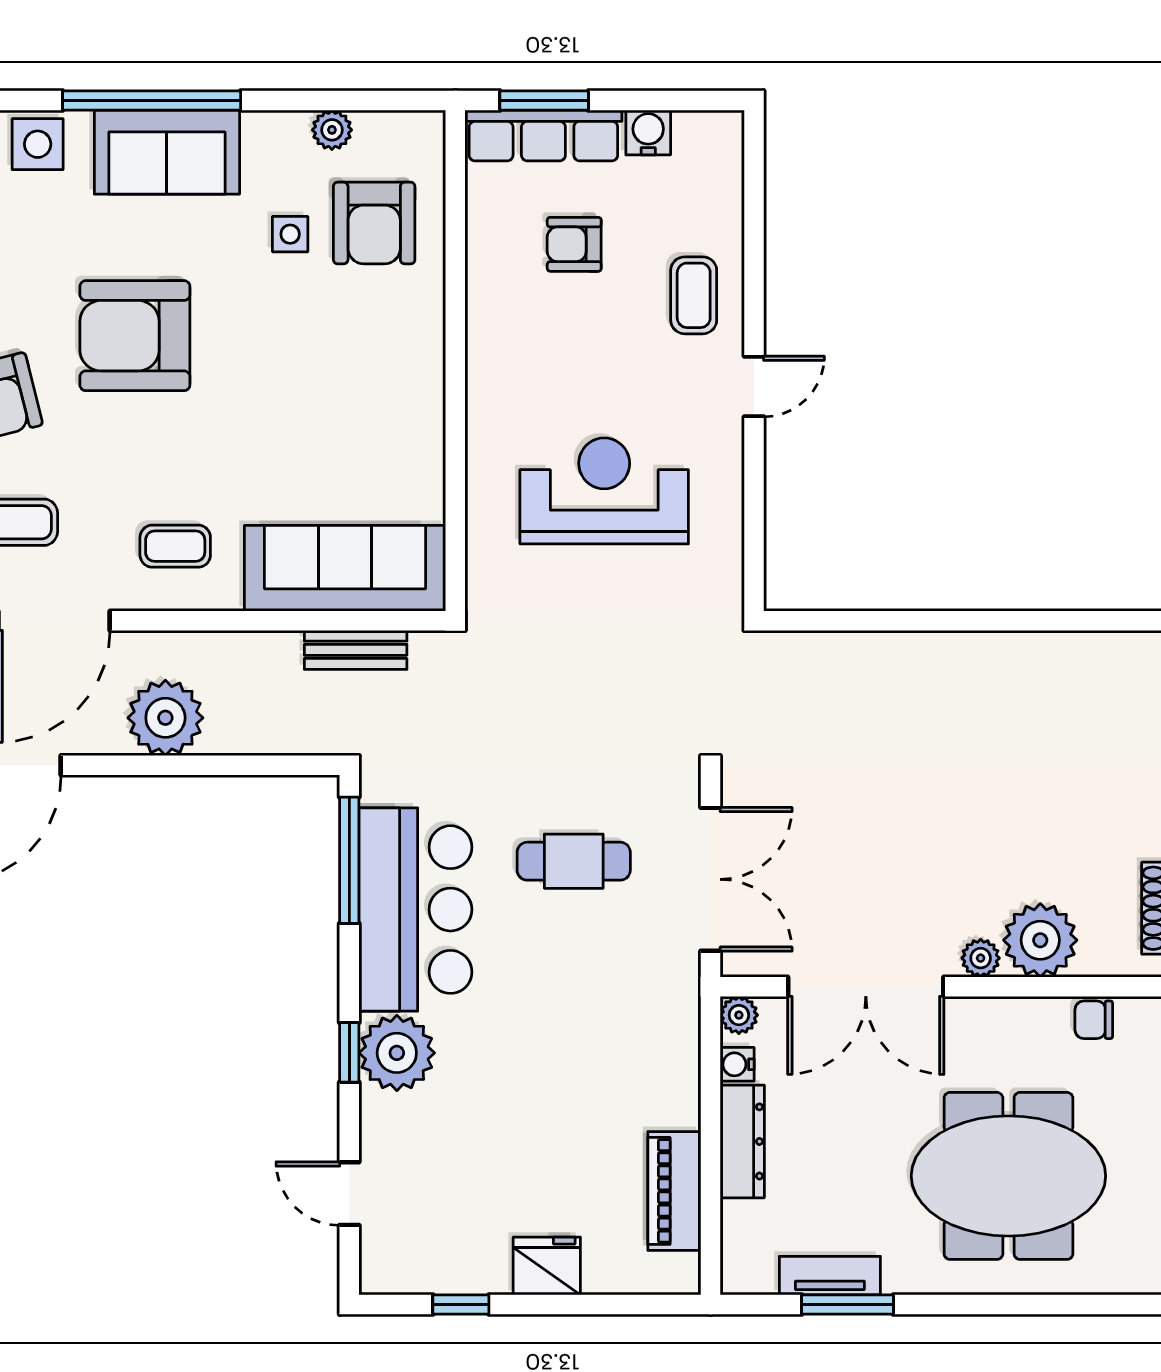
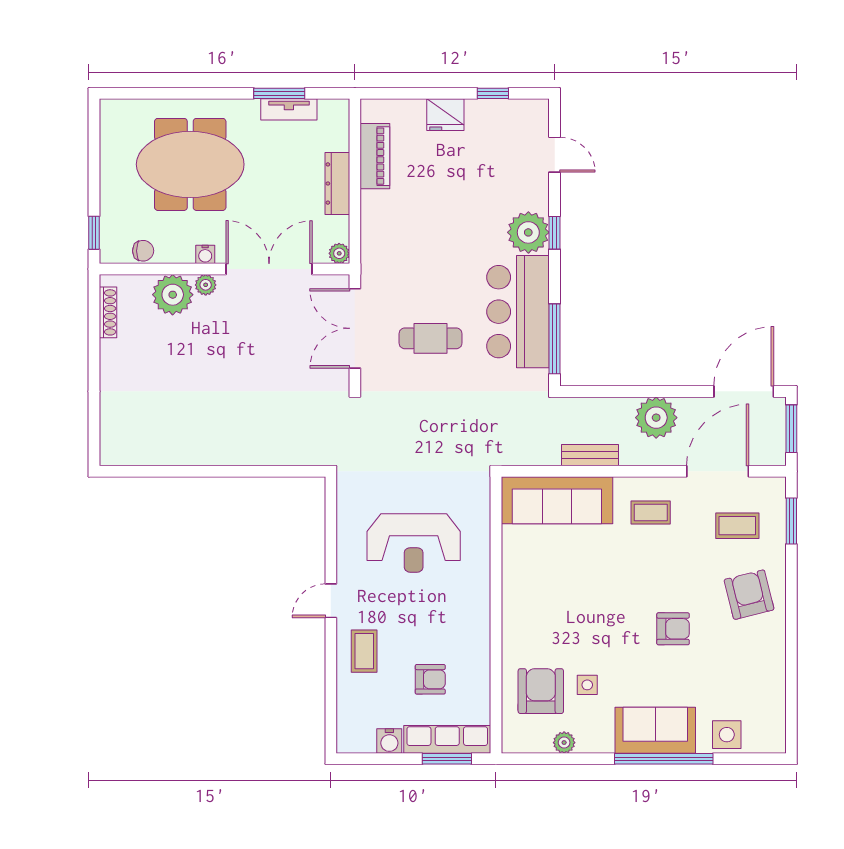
armchair: (135, 336) -> (673, 629), width x0.53, depth x0.53
bench: (356, 650) -> (590, 455), moved
water cooler: (737, 1064) -> (205, 254), moved, turned 90

